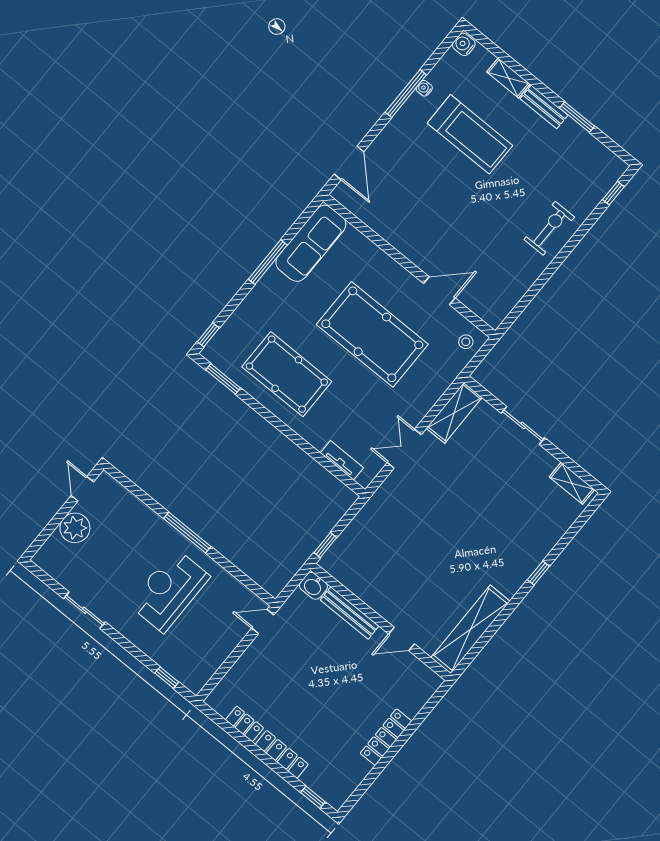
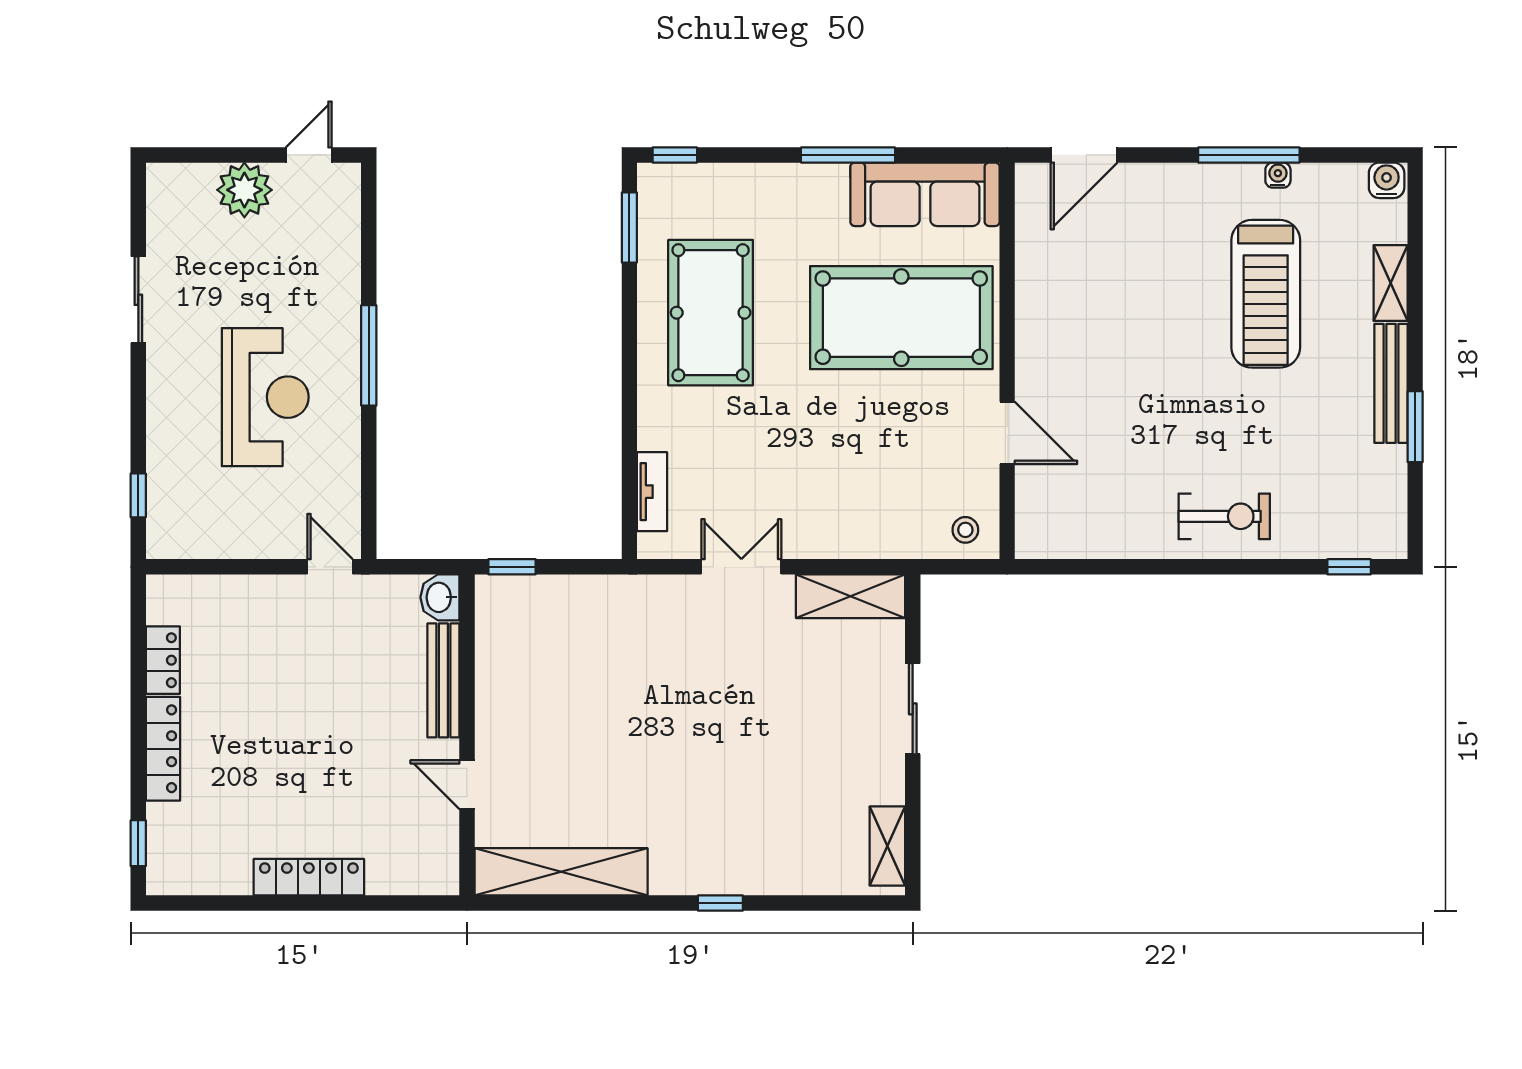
bench: (544, 107) -> (1391, 383), width x1.36
pool table: (372, 334) -> (901, 318), moved, turned 90
reception desk: (169, 590) -> (265, 397), turned 90

